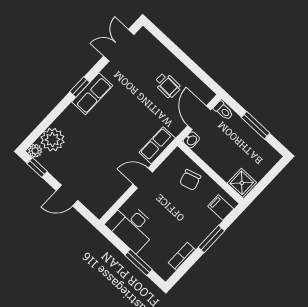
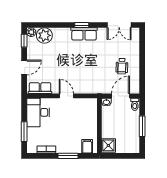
double door: (119, 45) -> (119, 25), swing flipped
row of seats: (157, 145) -> (40, 88), moved
chair: (190, 180) -> (87, 119), removed
door: (67, 196) -> (24, 67), swing flipped

